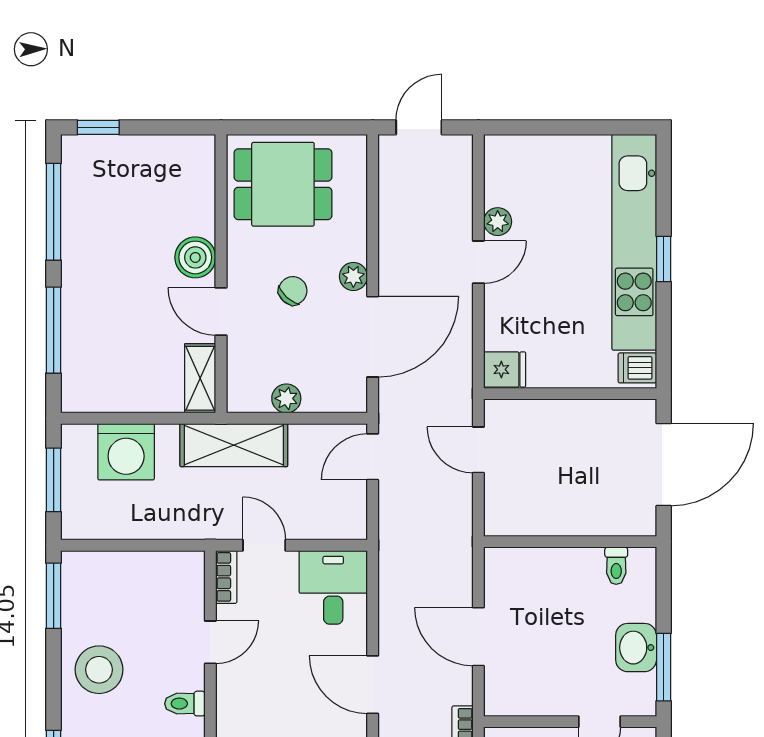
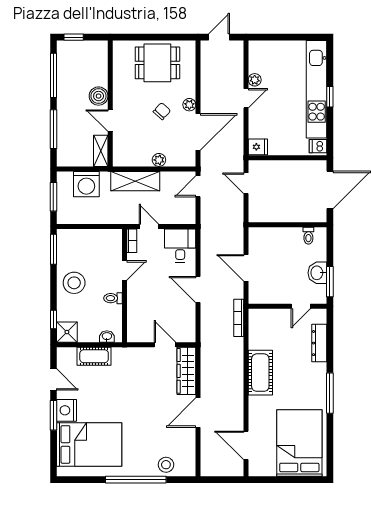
boiler: (195, 257) -> (99, 96), moved
wall: (221, 274) -> (110, 103), moved
door: (221, 312) -> (110, 121), moved
shelving: (200, 378) -> (101, 151), moved

